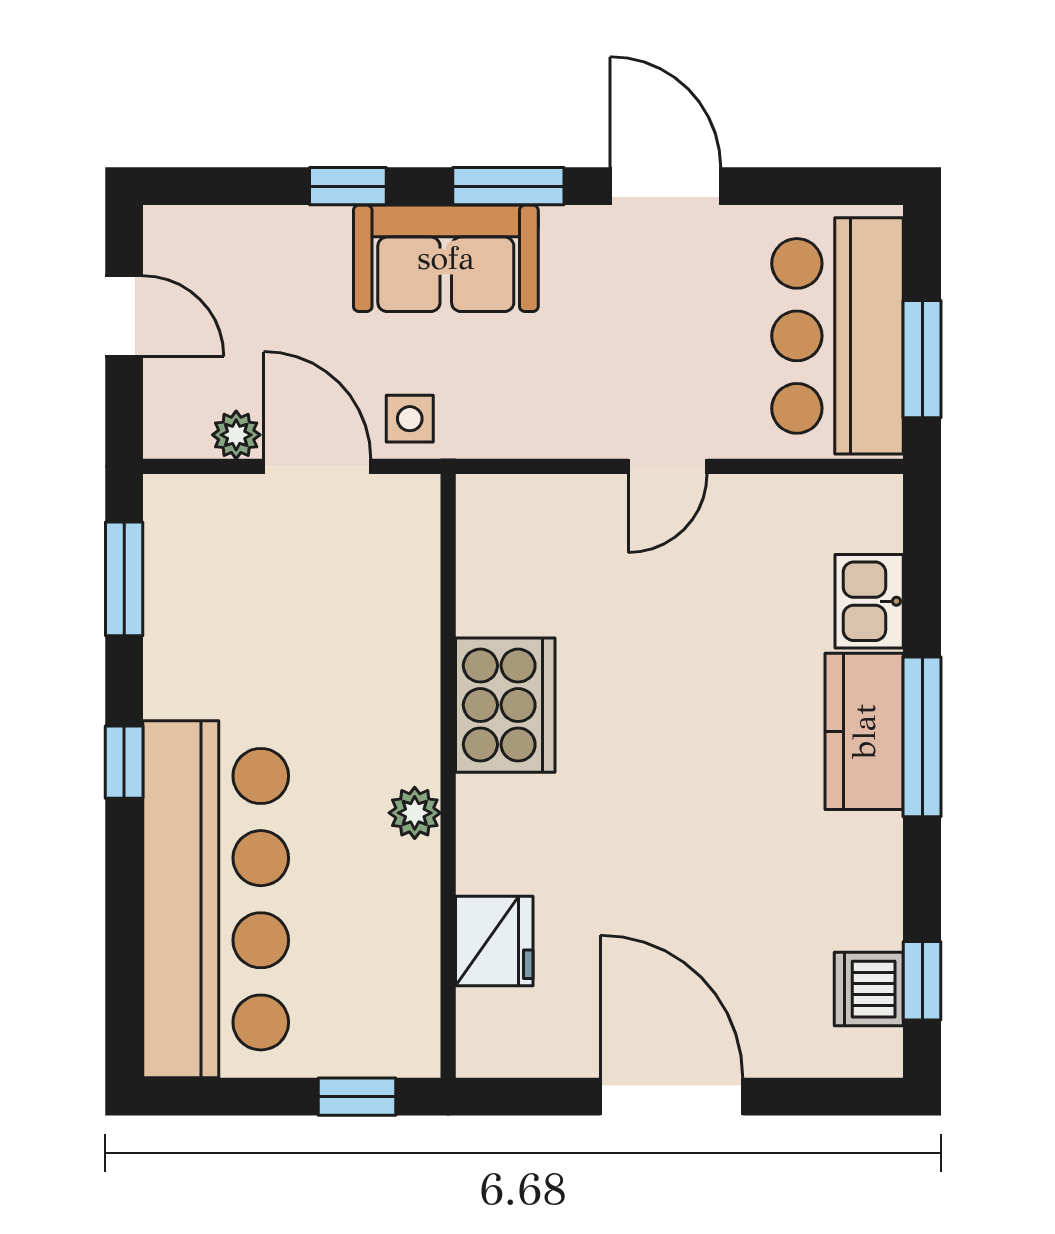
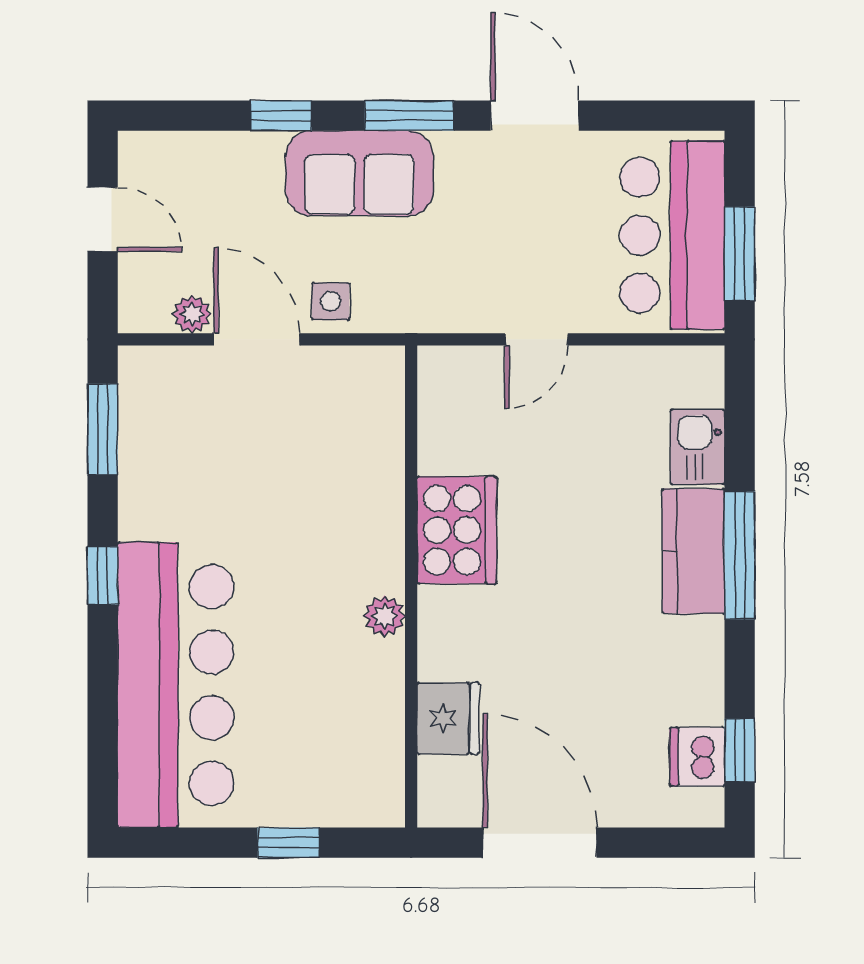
cooker: (505, 705) -> (457, 530), moved
wall: (448, 776) -> (411, 586), moved
plant: (415, 813) -> (385, 616), moved
fridge: (494, 941) -> (448, 718), moved

